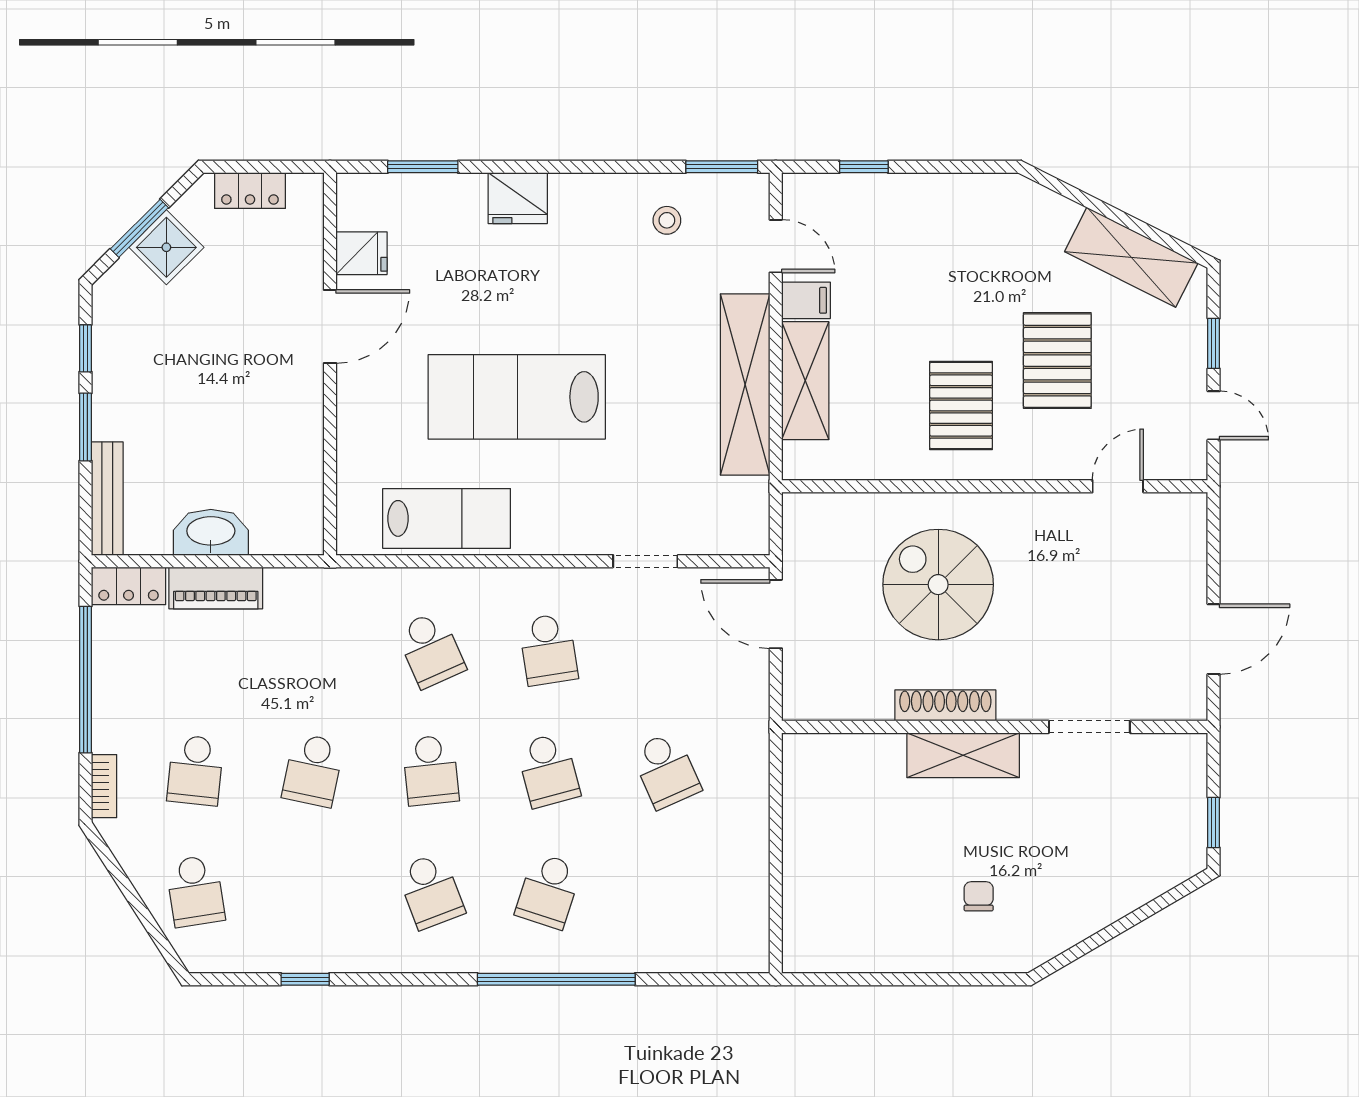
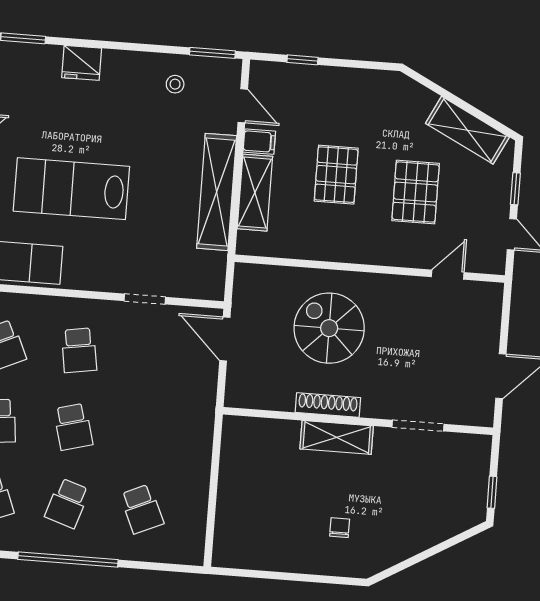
pallet: (961, 406) -> (336, 175), moved
school desk: (666, 770) -> (142, 509), moved

